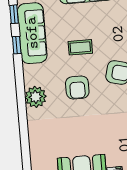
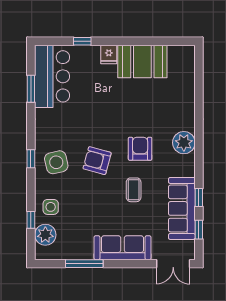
coffee table: (80, 47) -> (134, 190), turned 90

